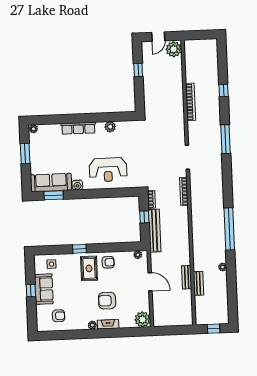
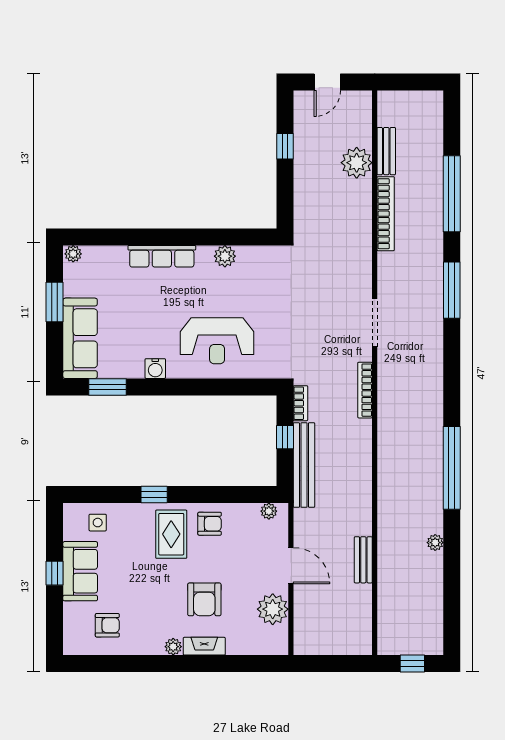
plant: (174, 49) -> (357, 163), moved
window: (224, 90) -> (452, 194), width x3.17
sofa: (51, 183) -> (80, 338), moved, turned 90
bench: (198, 283) -> (386, 151), moved
armchair: (107, 301) -> (204, 599), turned -90
plant: (142, 319) -> (273, 609), moved

